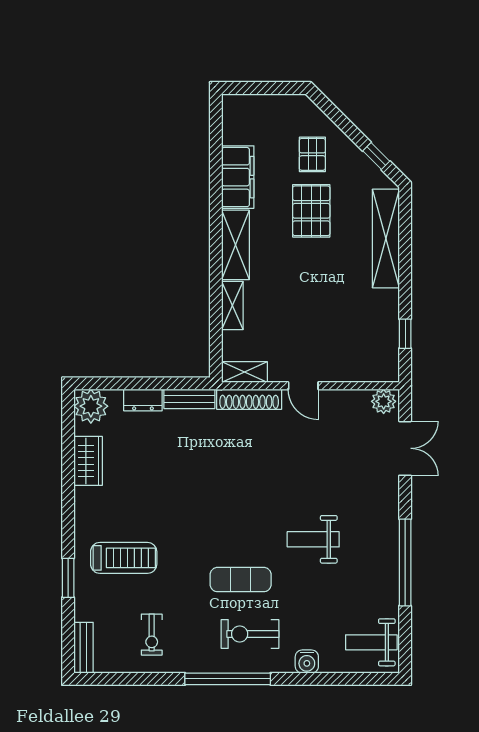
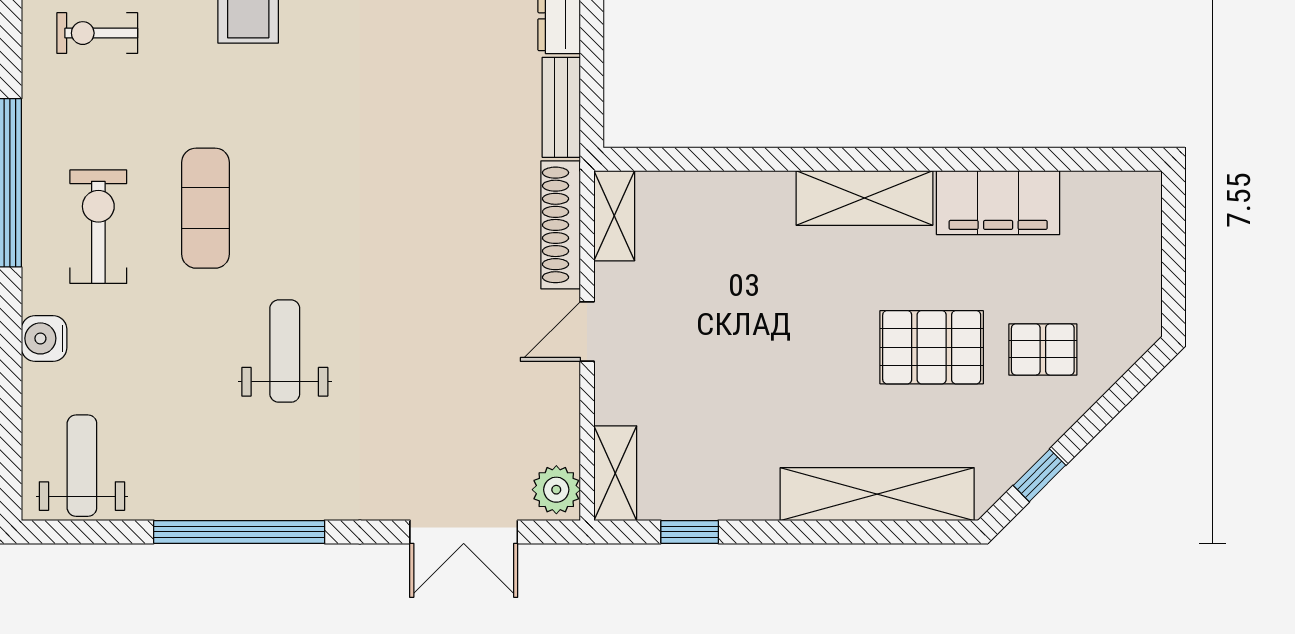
shelving: (232, 306) -> (615, 473), moved, turned 90

